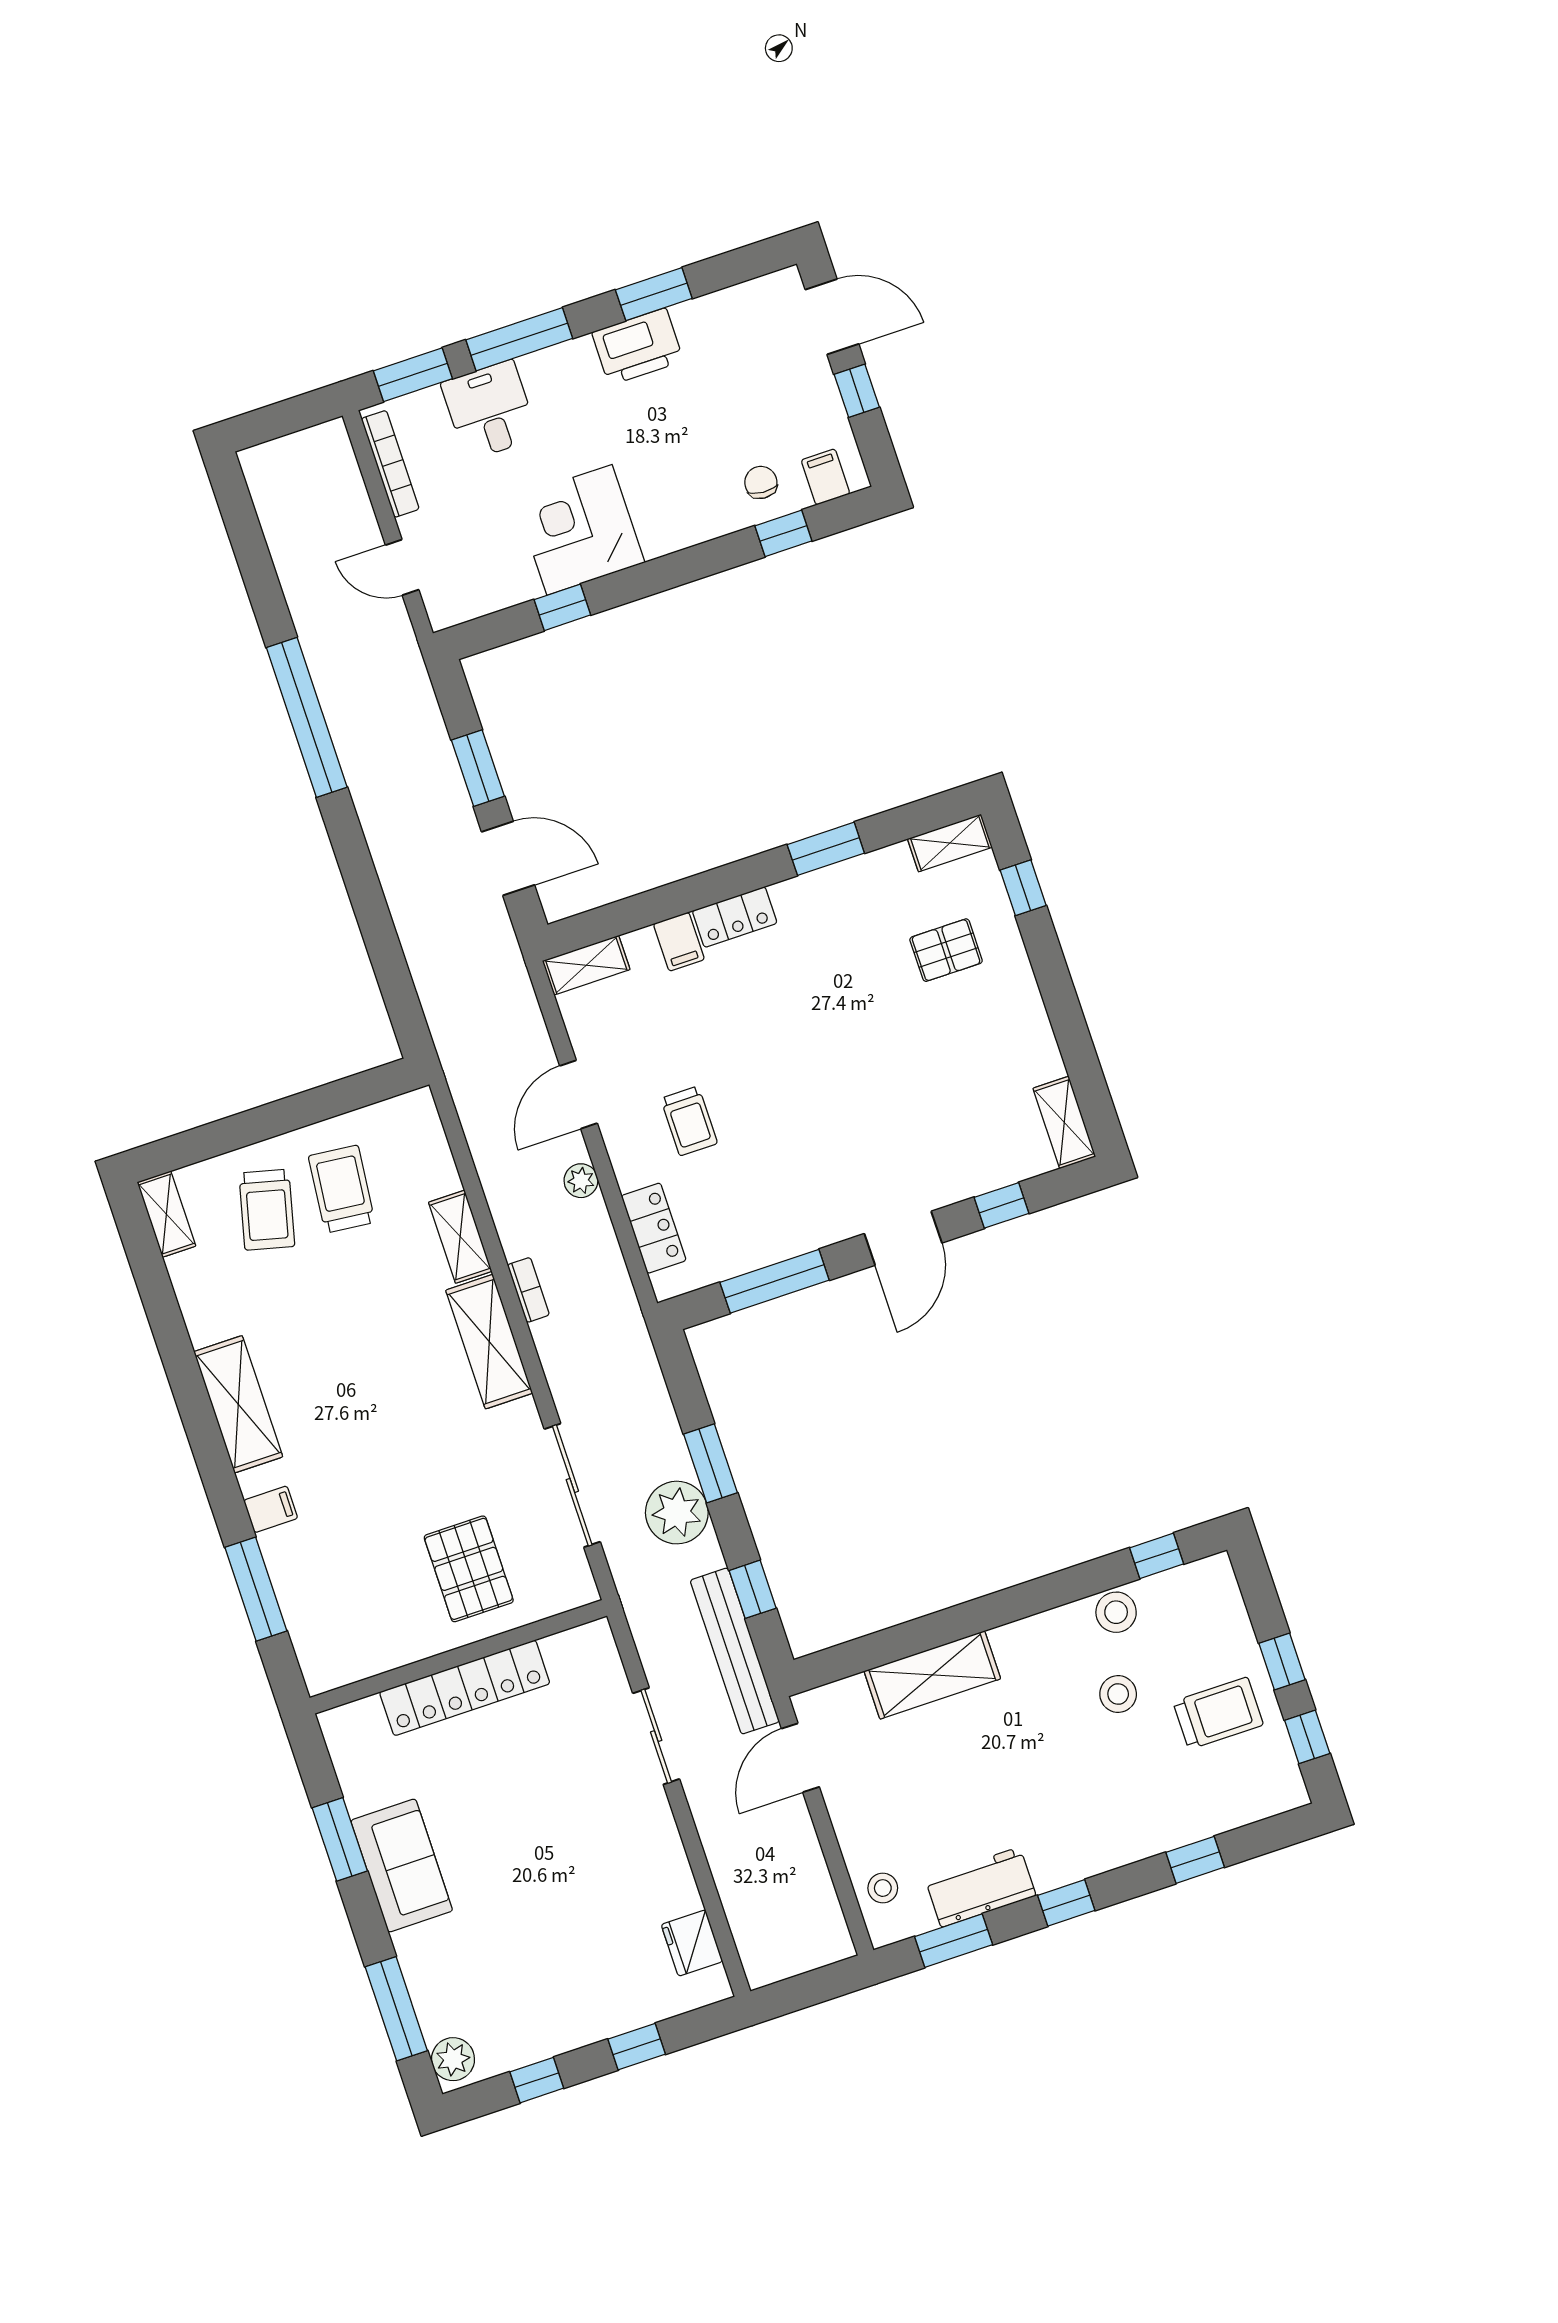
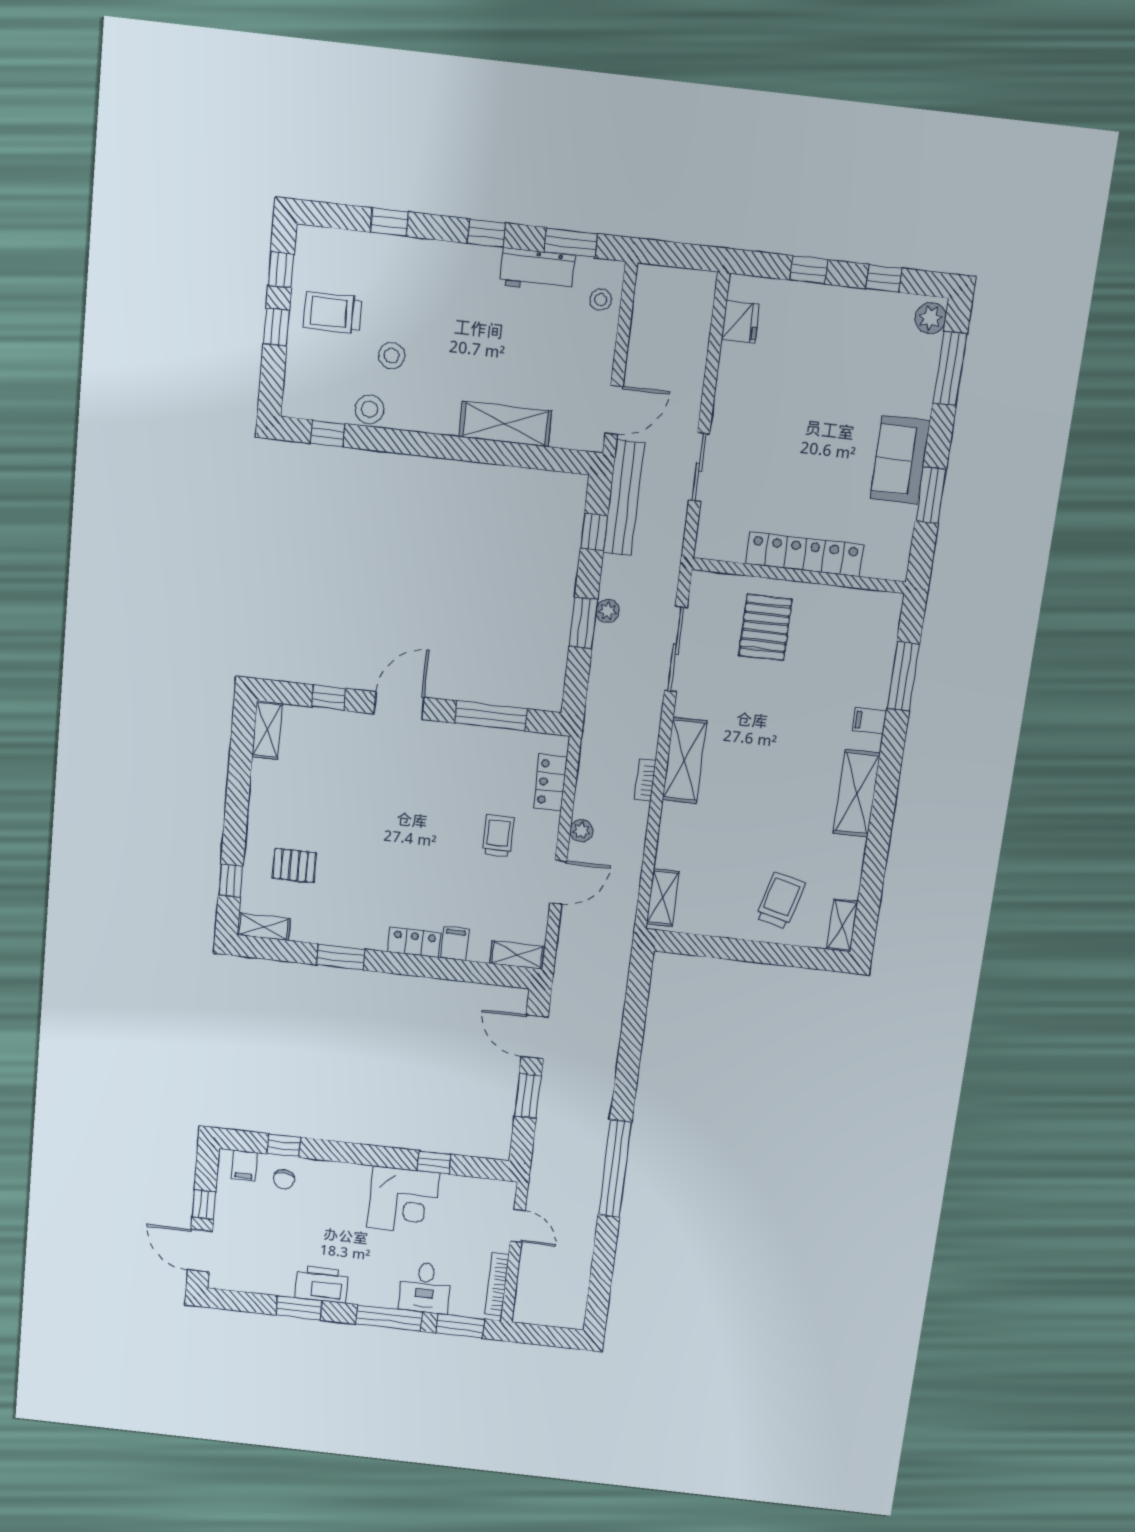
trolley: (342, 1189) -> (729, 892), removed
shelving: (460, 1237) -> (663, 898), moved
plant: (677, 1513) -> (608, 611), width x0.53, depth x0.53

